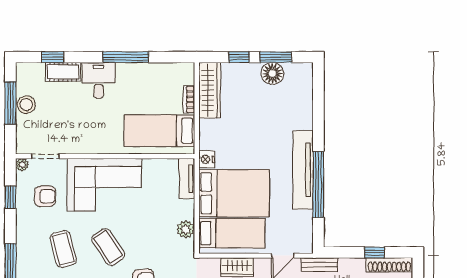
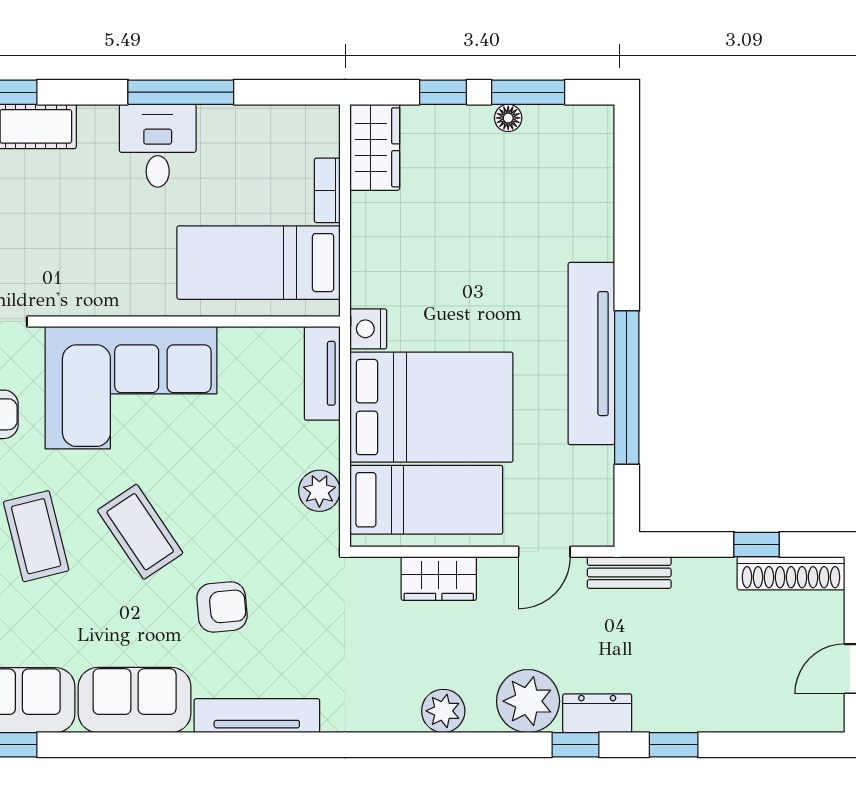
floor lamp: (272, 73) -> (508, 118), width x0.53, depth x0.53
desk: (99, 80) -> (158, 146), moved
wardrobe: (210, 90) -> (375, 147), width x0.67

